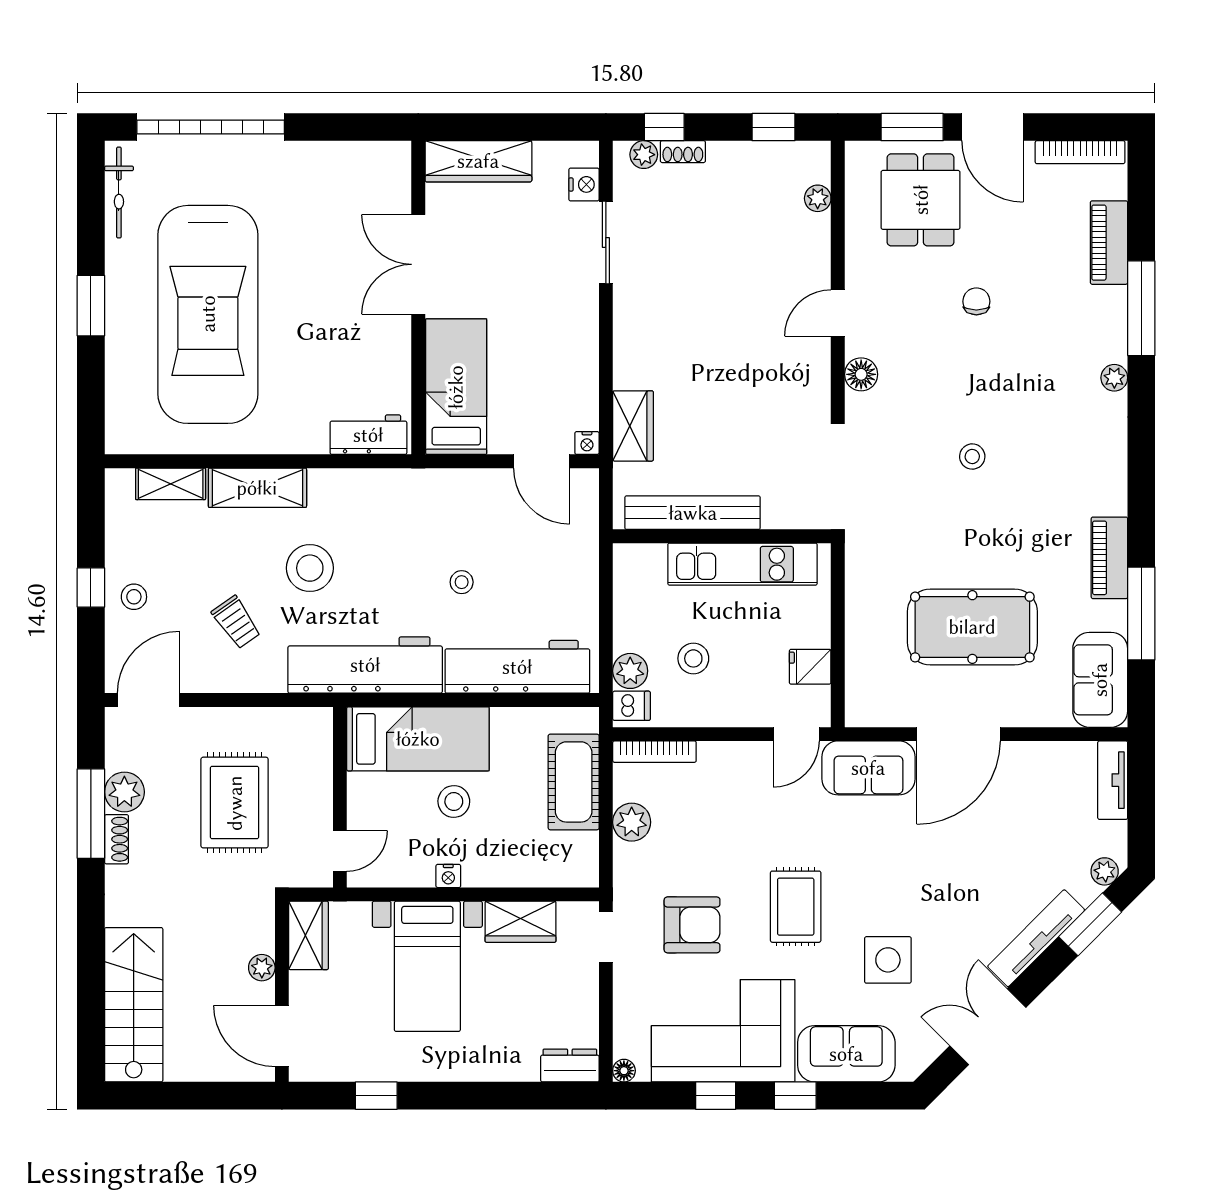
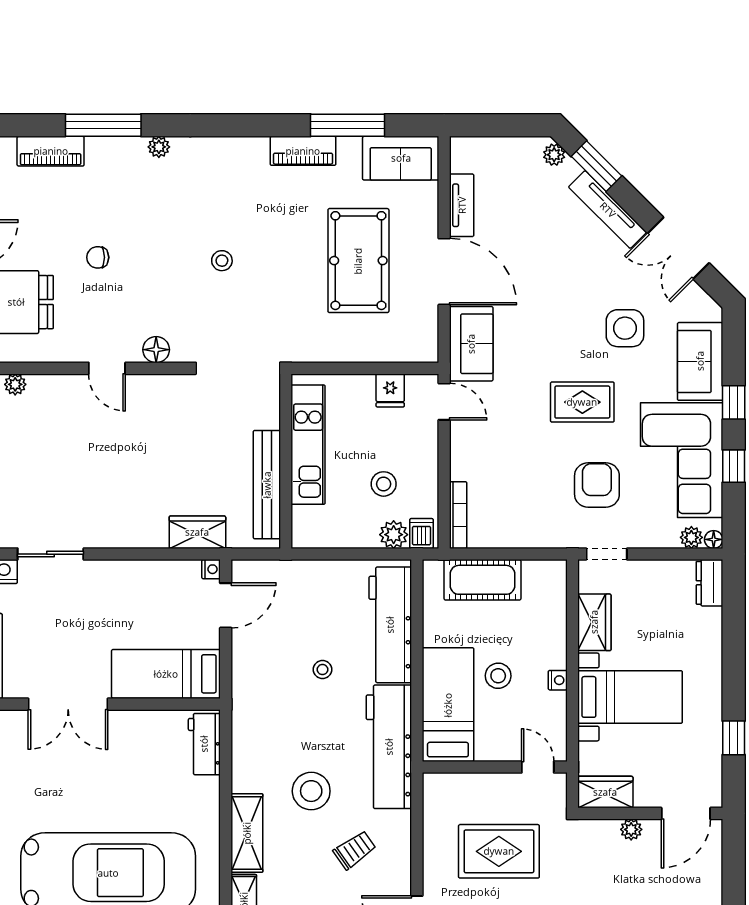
tv unit: (1113, 780) -> (462, 205), moved, turned -90
plant: (632, 822) -> (691, 537), moved, width x0.73, depth x0.73

